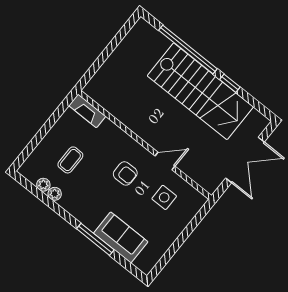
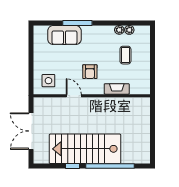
fireplace: (87, 111) -> (117, 89), moved
door: (165, 161) -> (74, 96), swing flipped
armchair: (125, 173) -> (90, 72), turned -90
side table: (164, 197) -> (48, 81), moved

